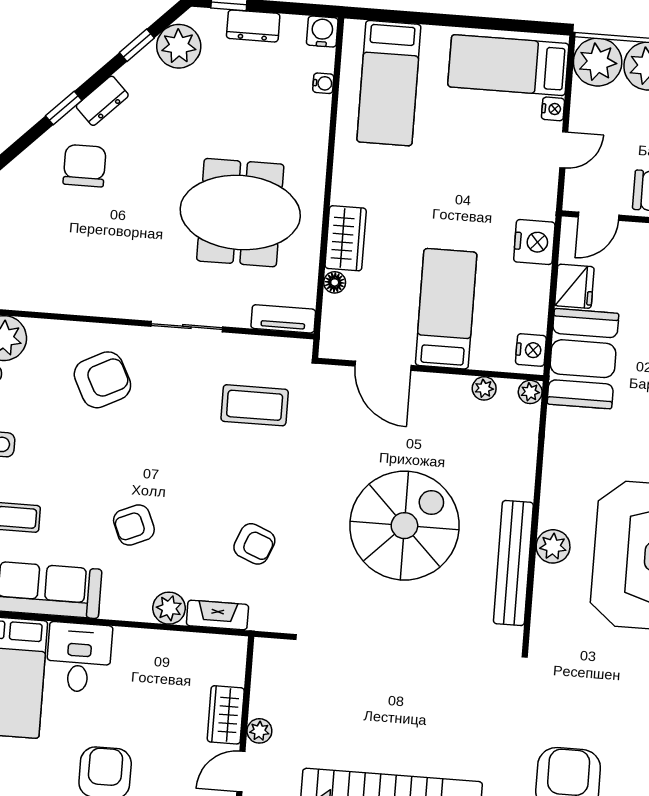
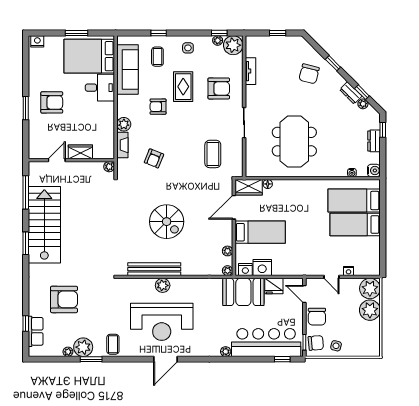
plant: (179, 46) -> (363, 104), width x0.53, depth x0.53
bed: (508, 65) -> (355, 225), moved, turned -90
dresser: (102, 101) -> (351, 93), moved
chair: (85, 166) -> (309, 74), turned 104
wardrobe: (346, 238) -> (249, 187), moved
nightstand: (534, 242) -> (262, 267), moved
tv unit: (283, 319) -> (251, 71), moved
armchair: (102, 380) -> (219, 88), turned -63
rug: (92, 463) -> (183, 87), added
armchair: (134, 525) -> (158, 107), turned -67
spiral stairs: (404, 526) -> (167, 222), width x0.73, depth x0.73
plant: (259, 731) -> (109, 167), moved
door: (241, 772) -> (57, 160), hinge flipped

